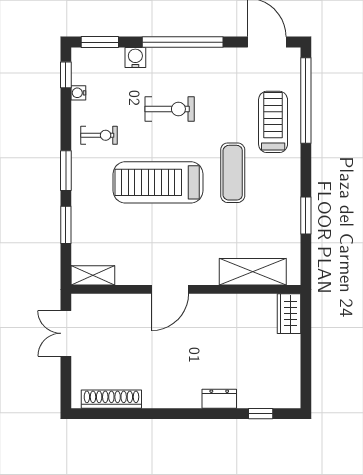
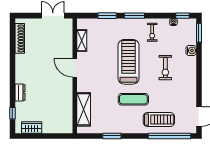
window: (183, 42) -> (199, 74), removed
shelving: (93, 275) -> (82, 41), moved
wardrobe: (289, 314) -> (32, 127), moved

